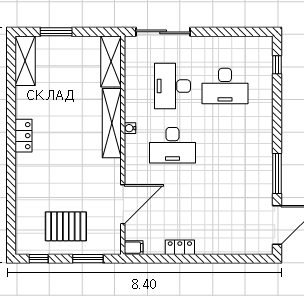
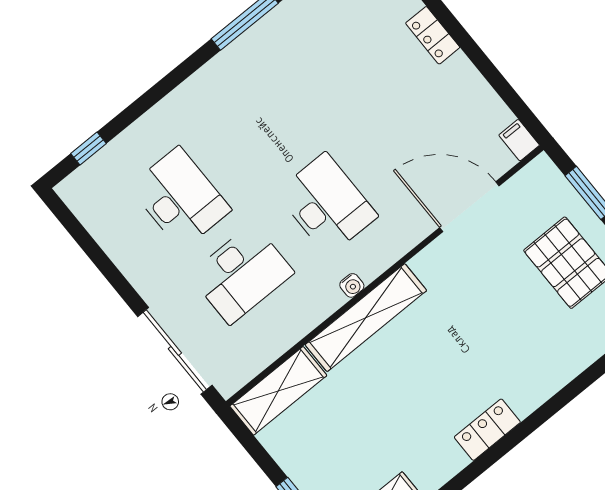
locker: (180, 247) -> (433, 35), moved

